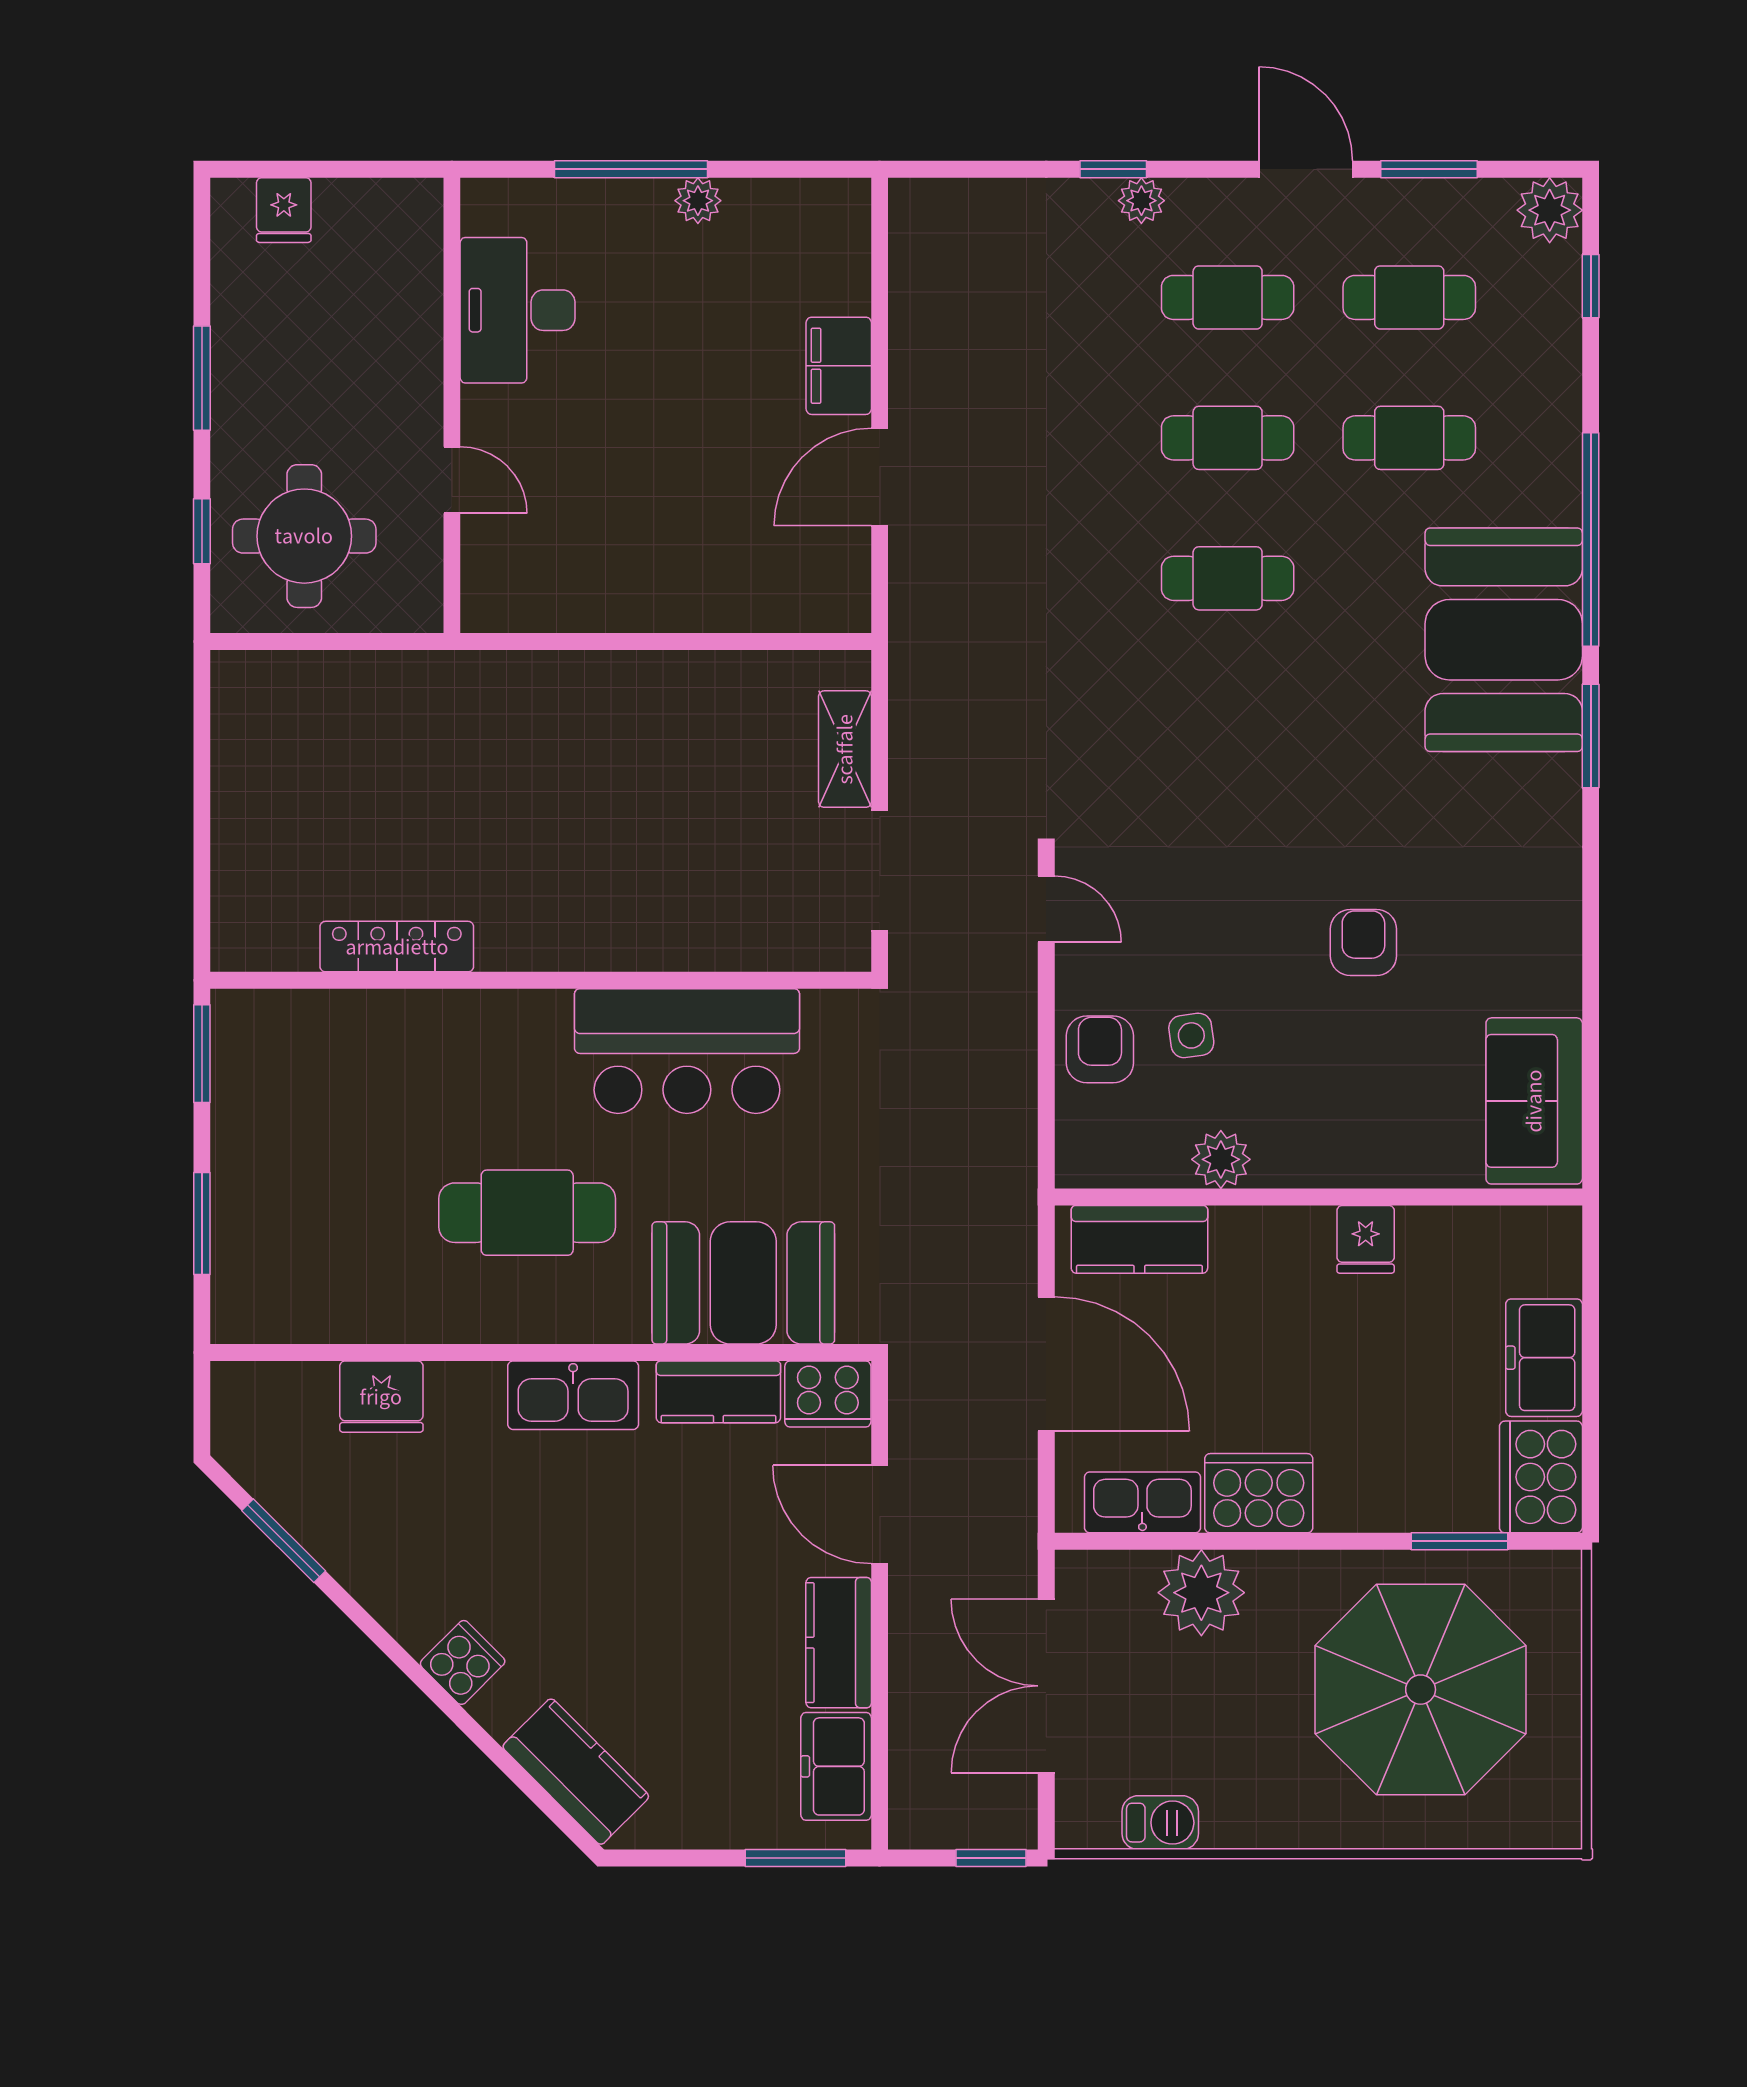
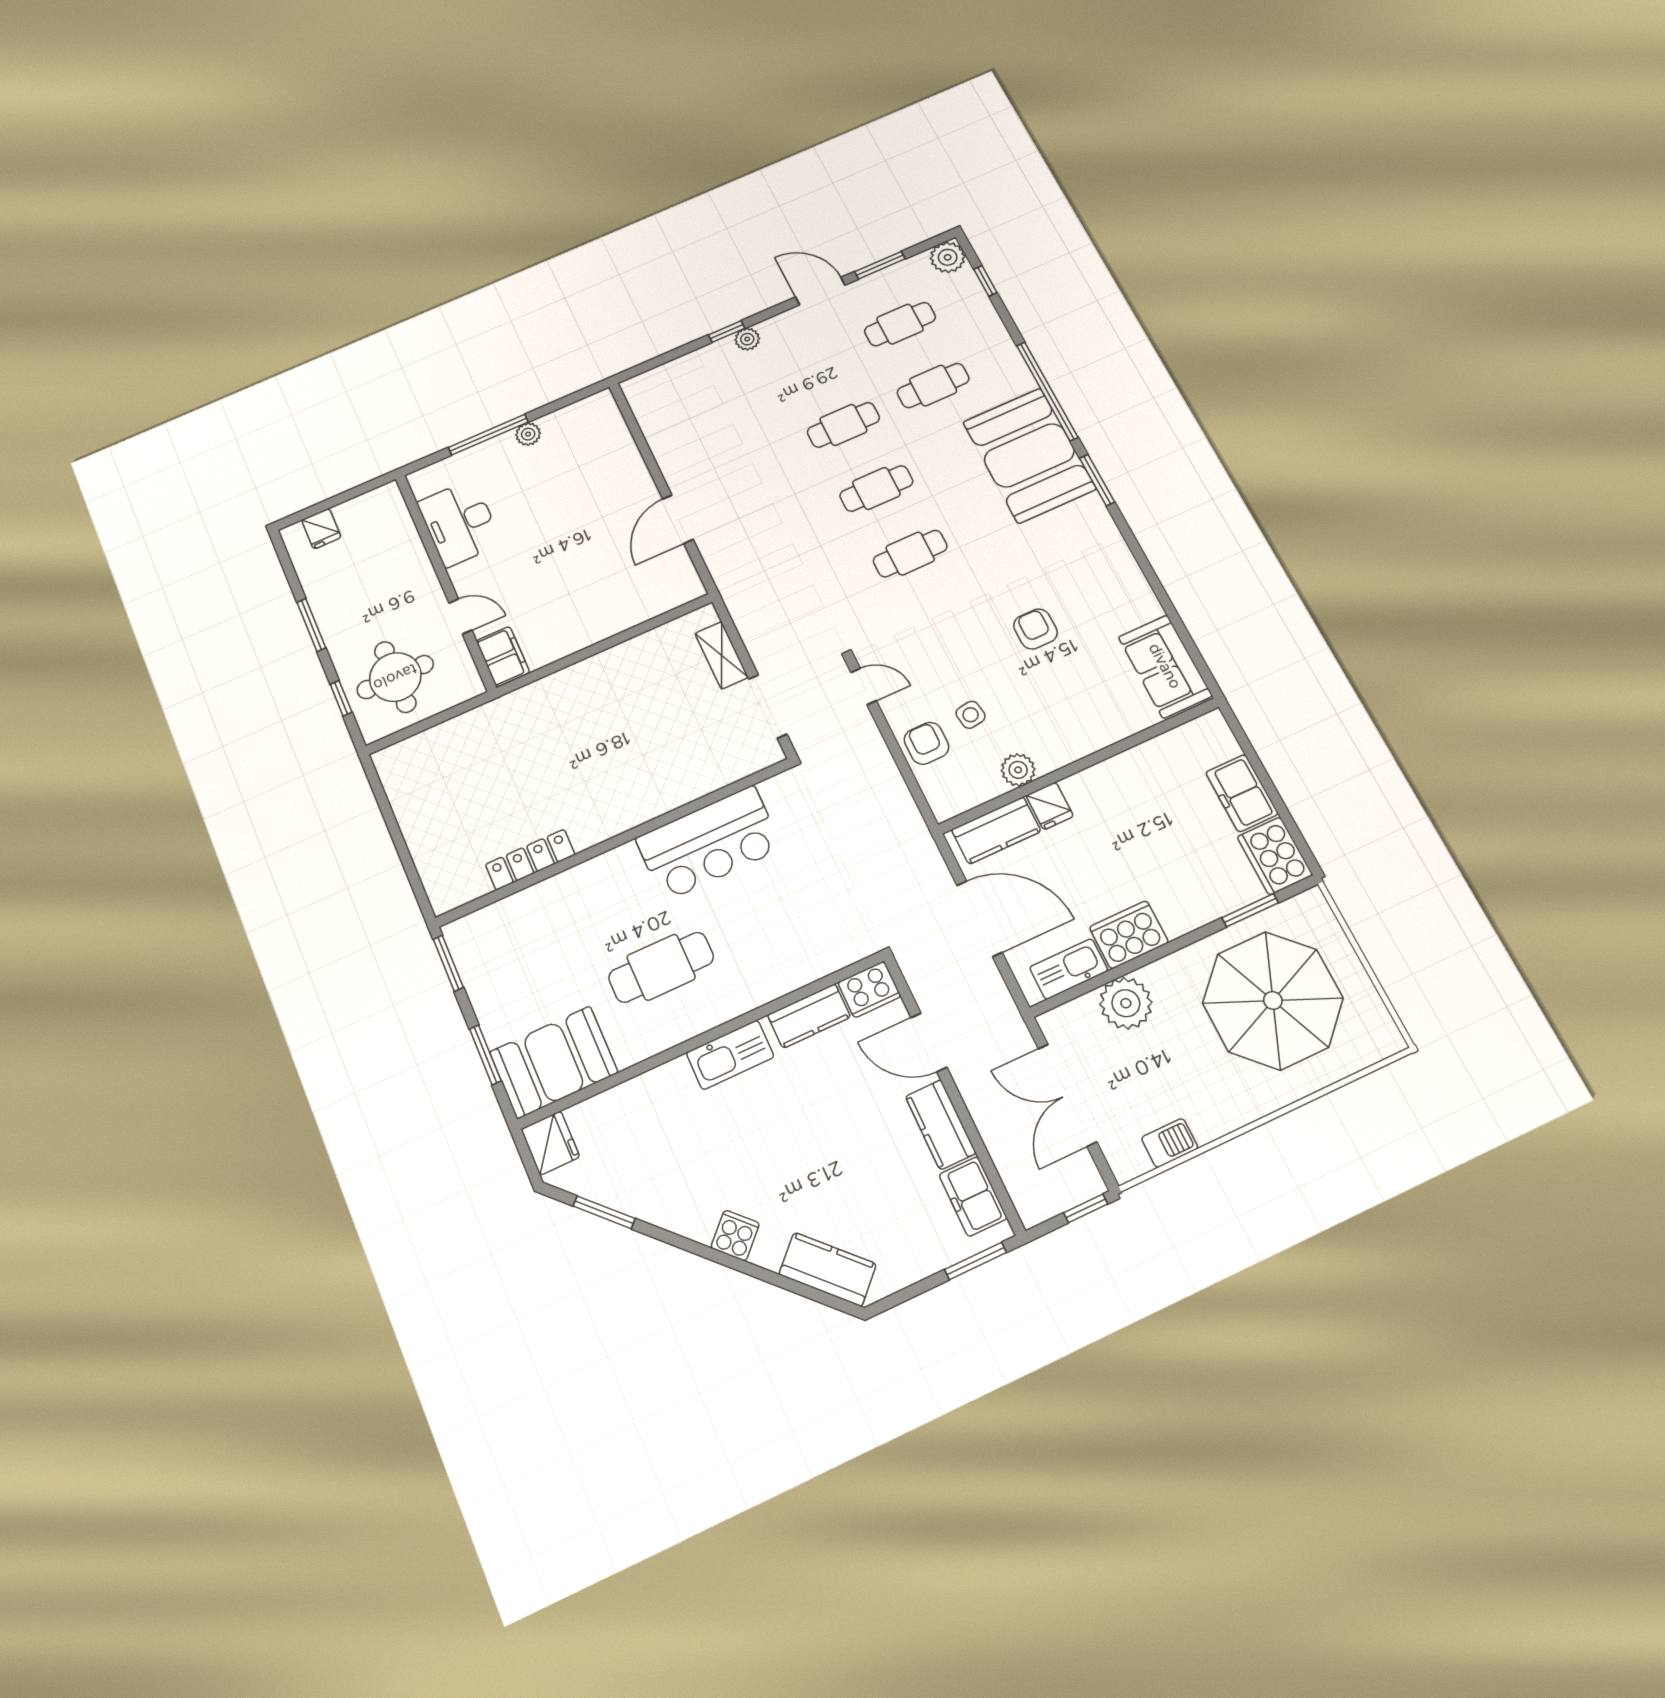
cafe table: (1228, 297) -> (910, 554), moved
filing cabinet: (839, 366) -> (503, 657), moved, turned 180
fridge: (1366, 1239) -> (1050, 806), moved
booth: (743, 1283) -> (554, 1062), moved
fridge: (381, 1397) -> (550, 1143), moved, turned -90

